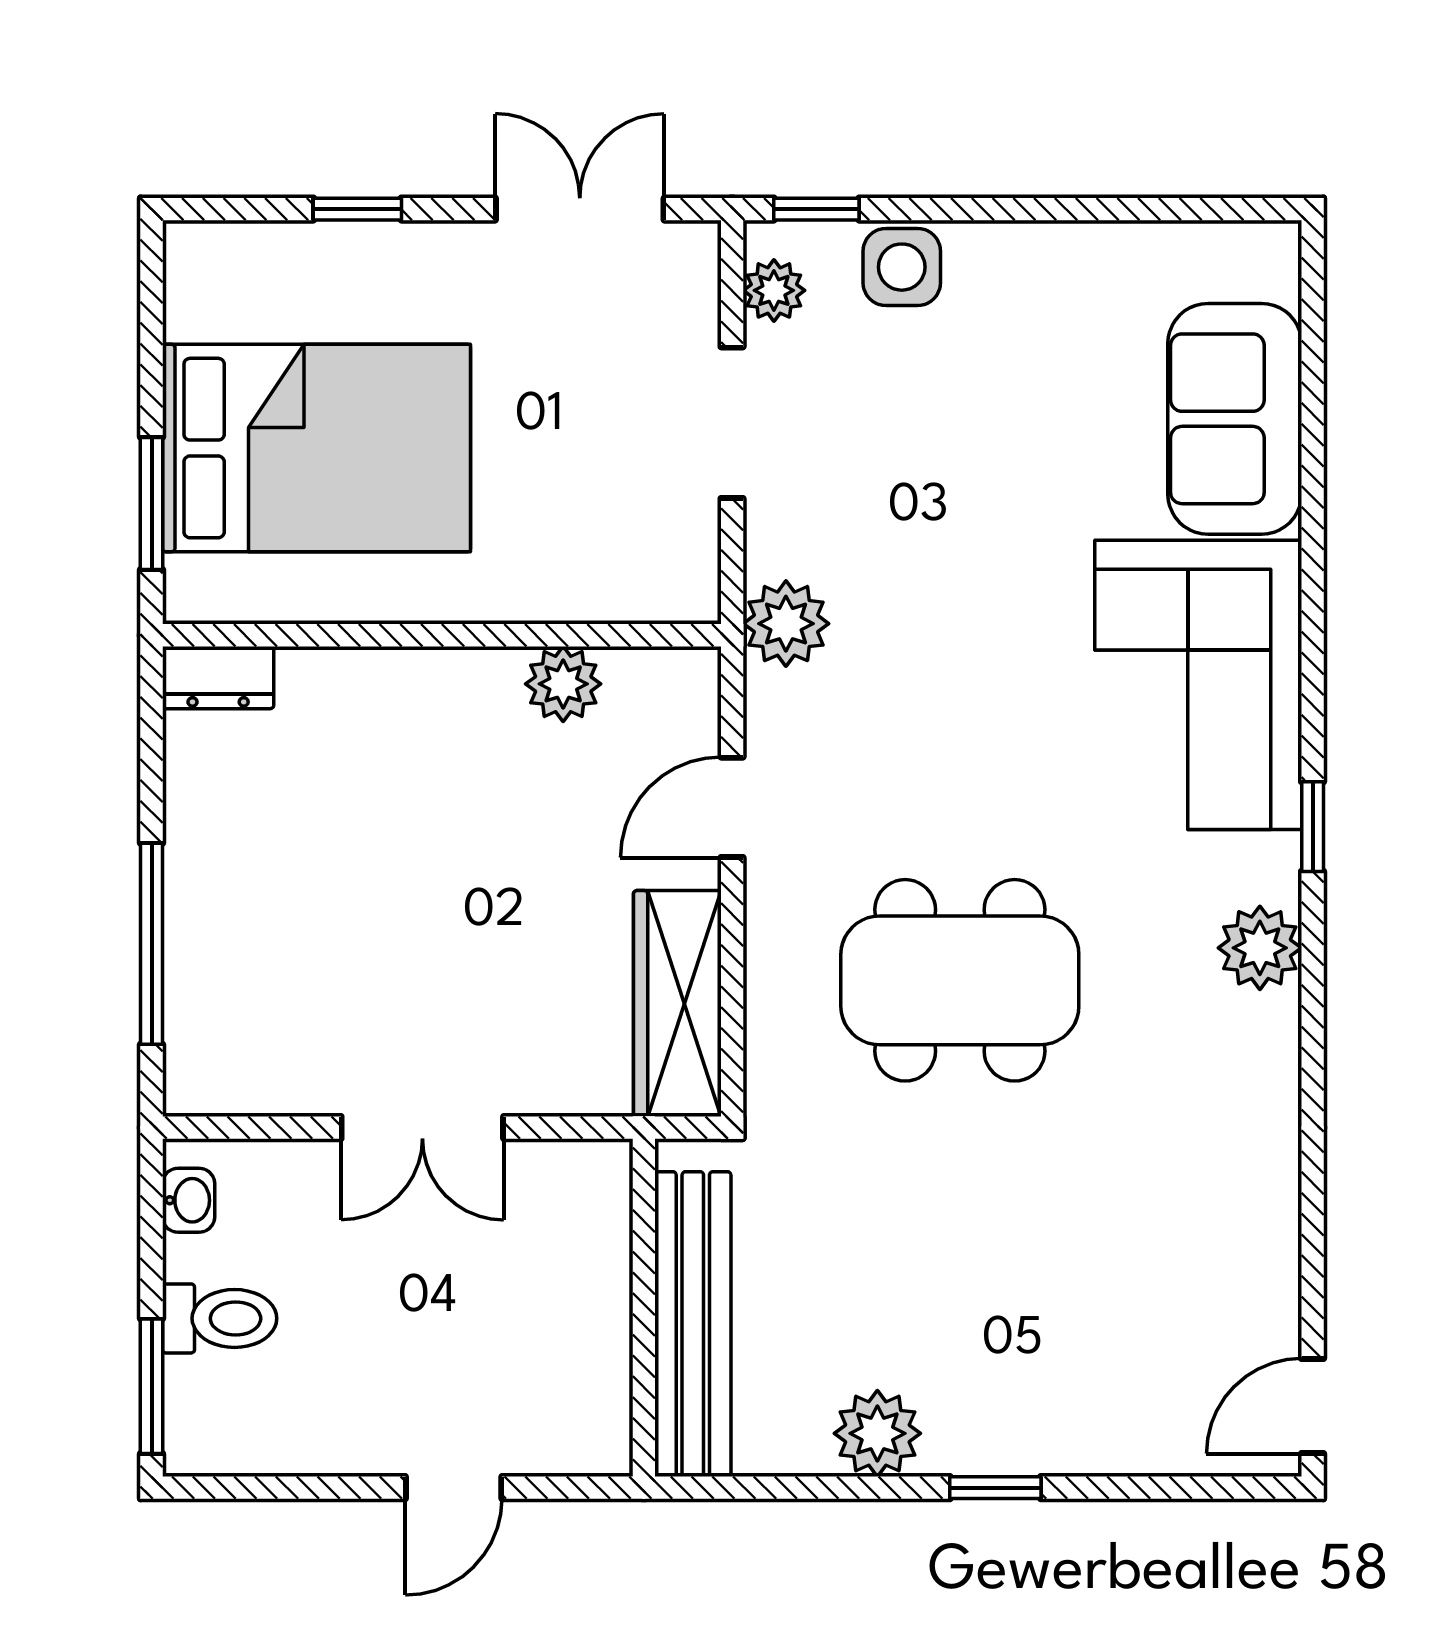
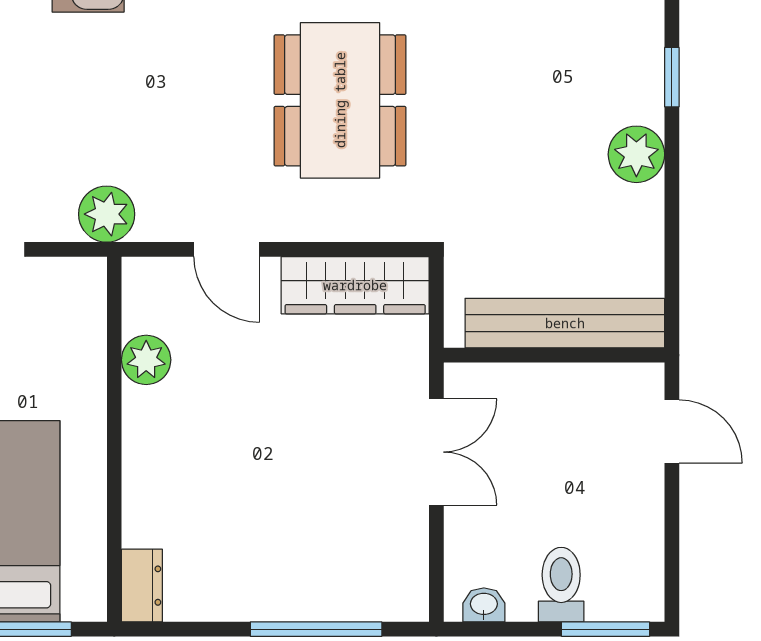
wall: (644, 1308) -> (554, 355), moved
bench: (693, 1324) -> (565, 323), moved

